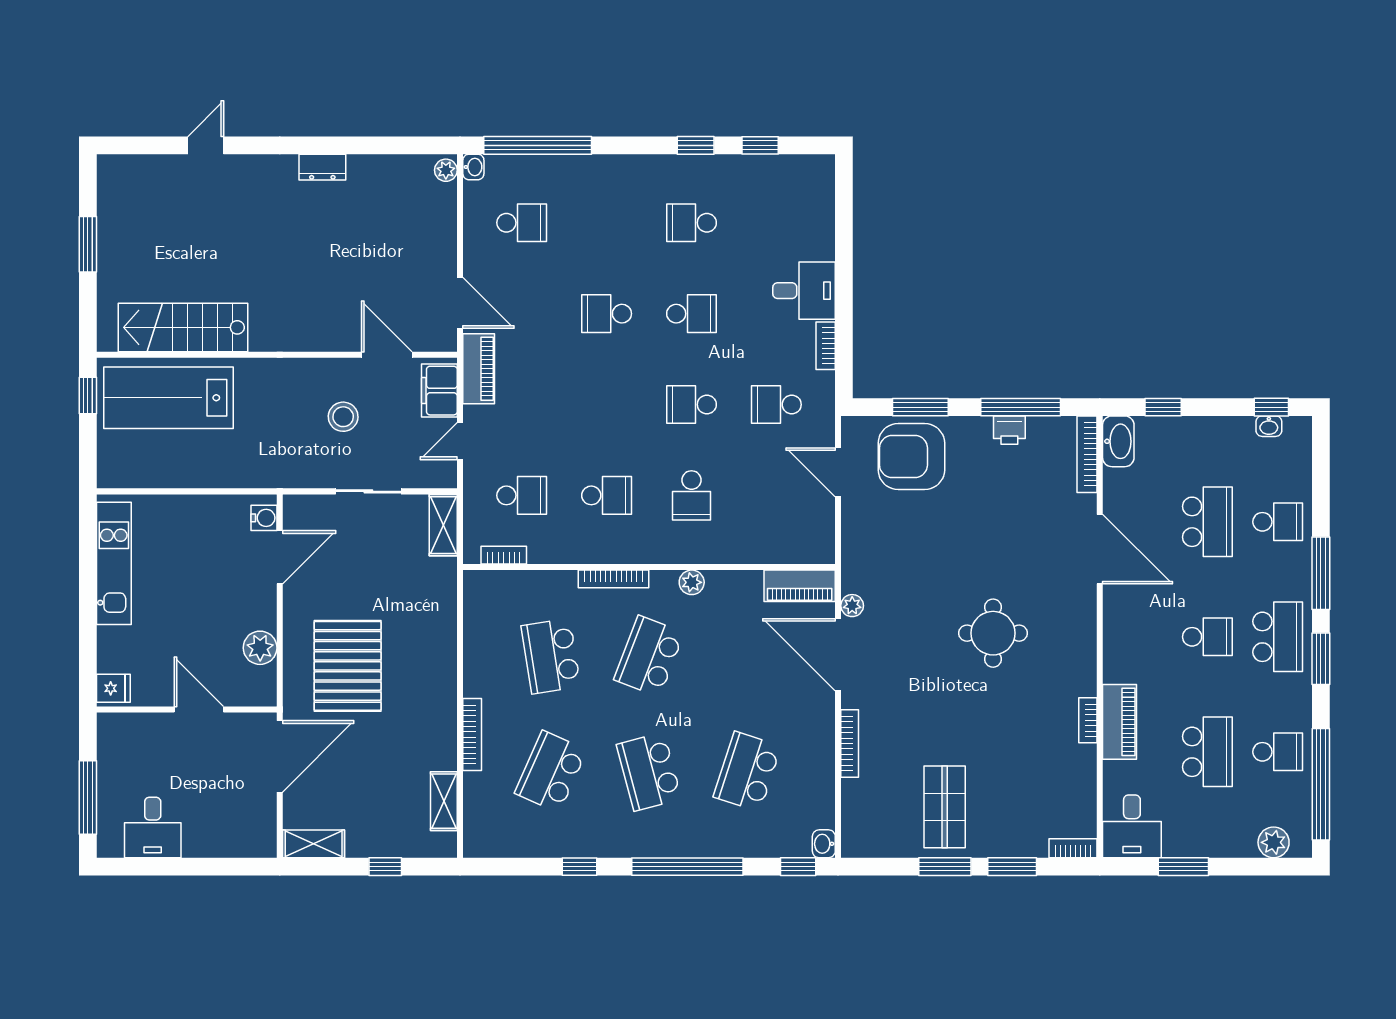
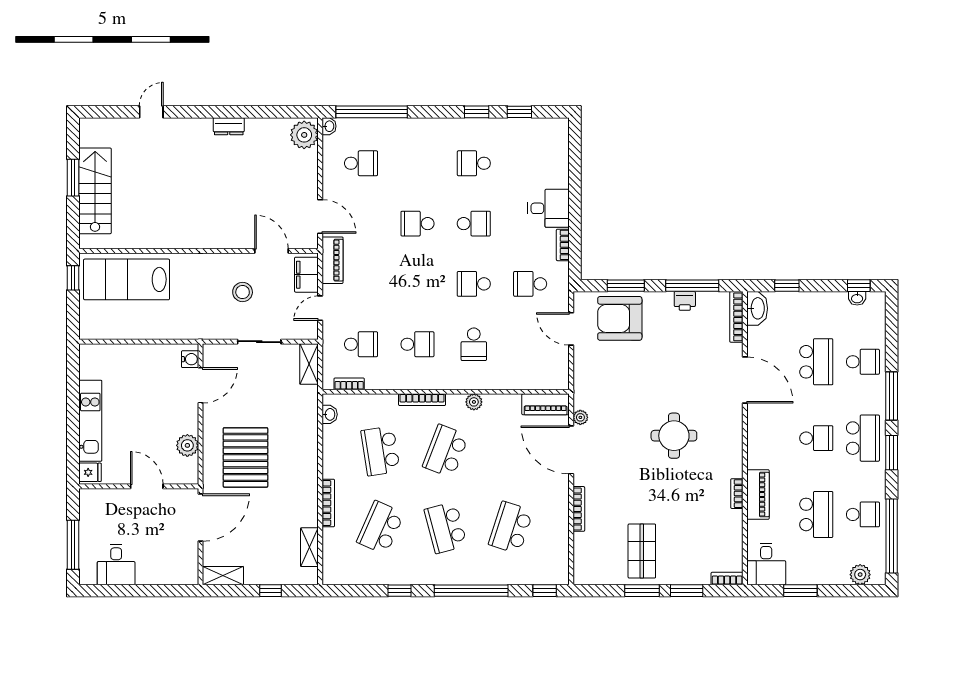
plant: (446, 170) -> (304, 135), width x1.88, depth x1.88
stairs: (183, 327) -> (95, 191), moved, turned 90
kitchen unit: (114, 563) -> (90, 421), moved
washbasin: (824, 844) -> (330, 414), moved, turned 180

